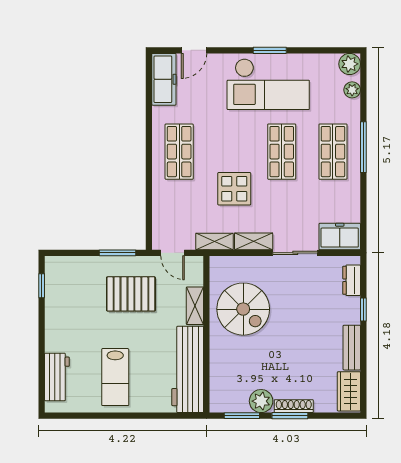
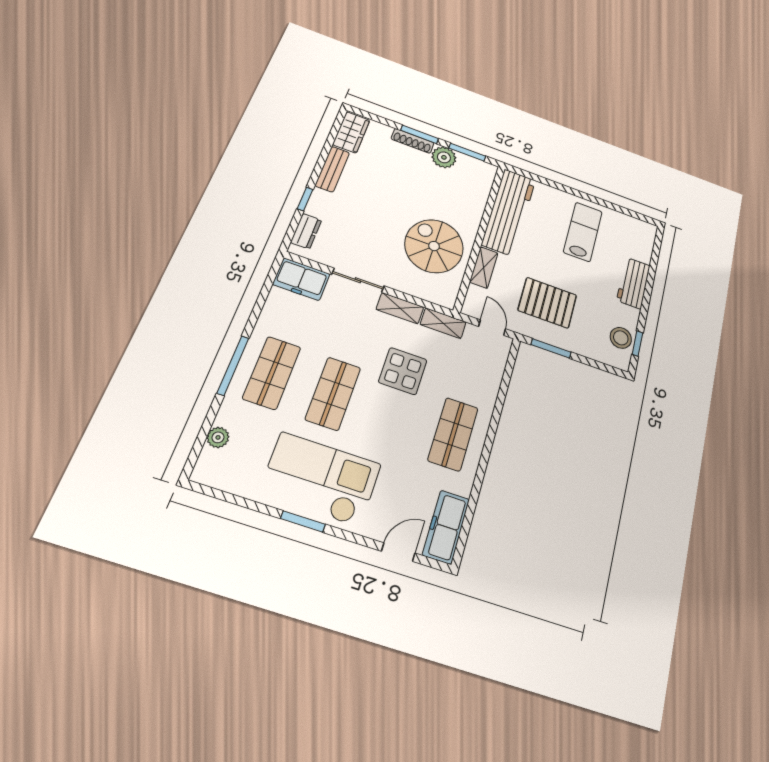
plant: (350, 64) -> (208, 471), removed
stool: (58, 286) -> (621, 338), added
workbench: (57, 377) -> (633, 283), moved

